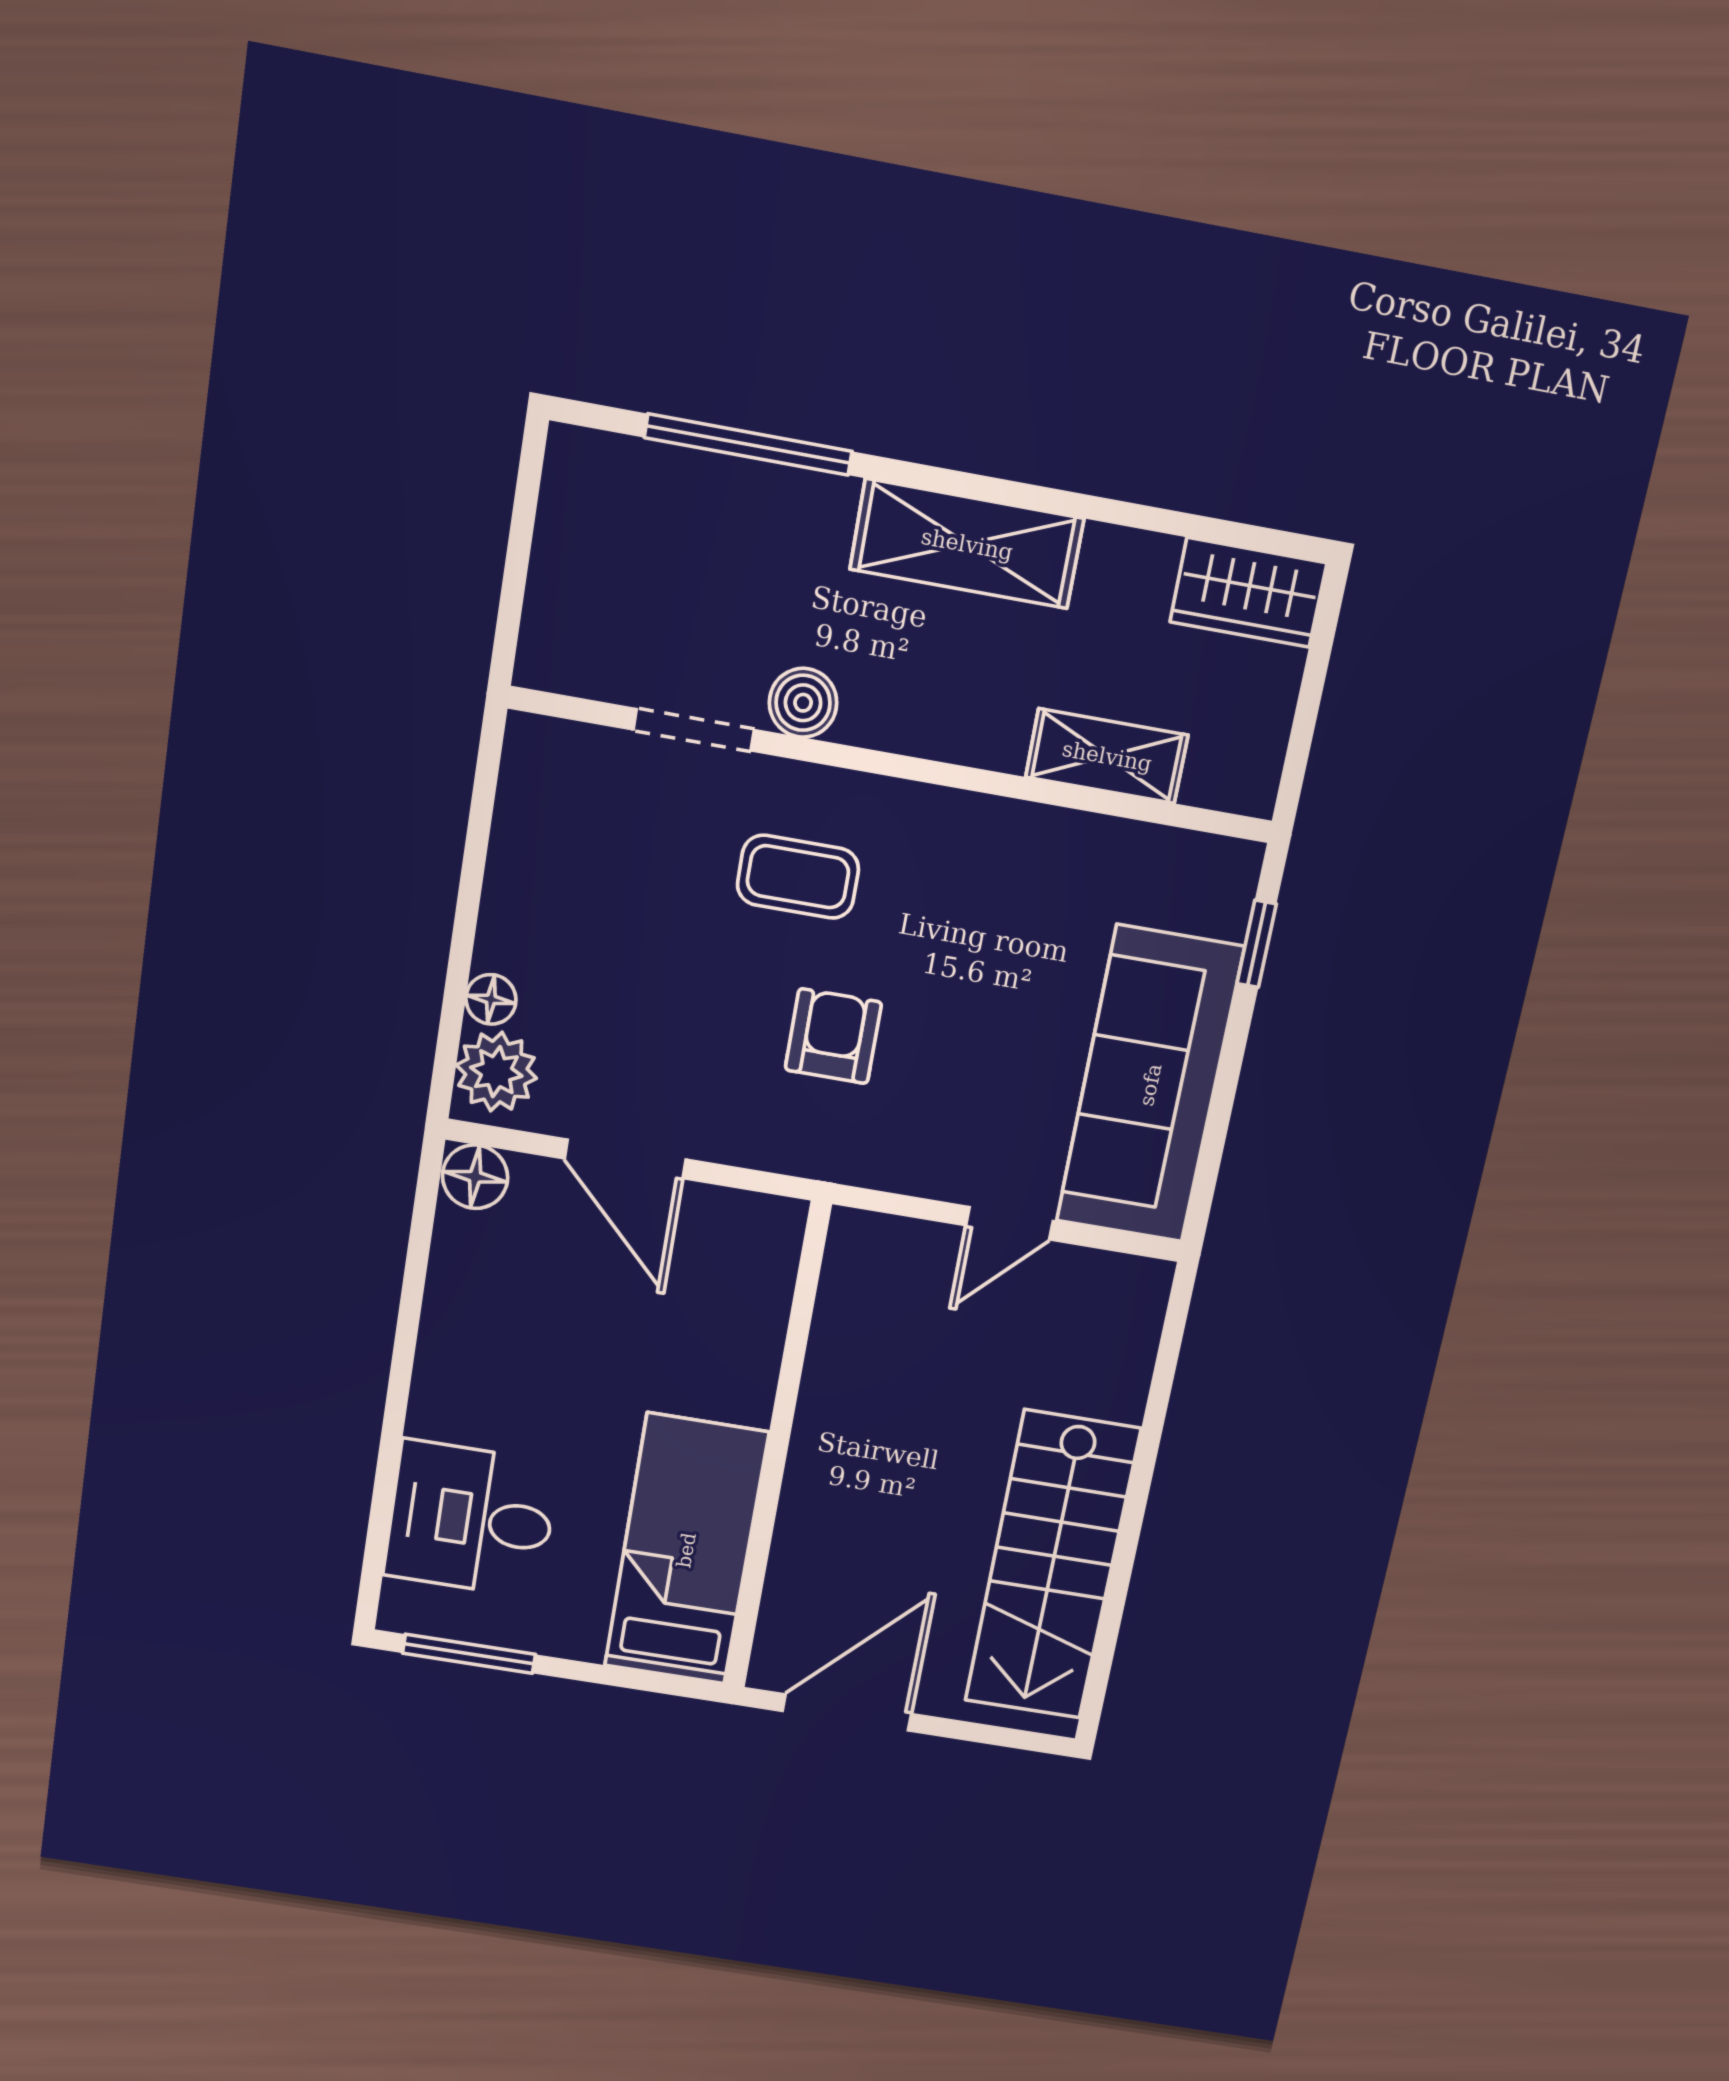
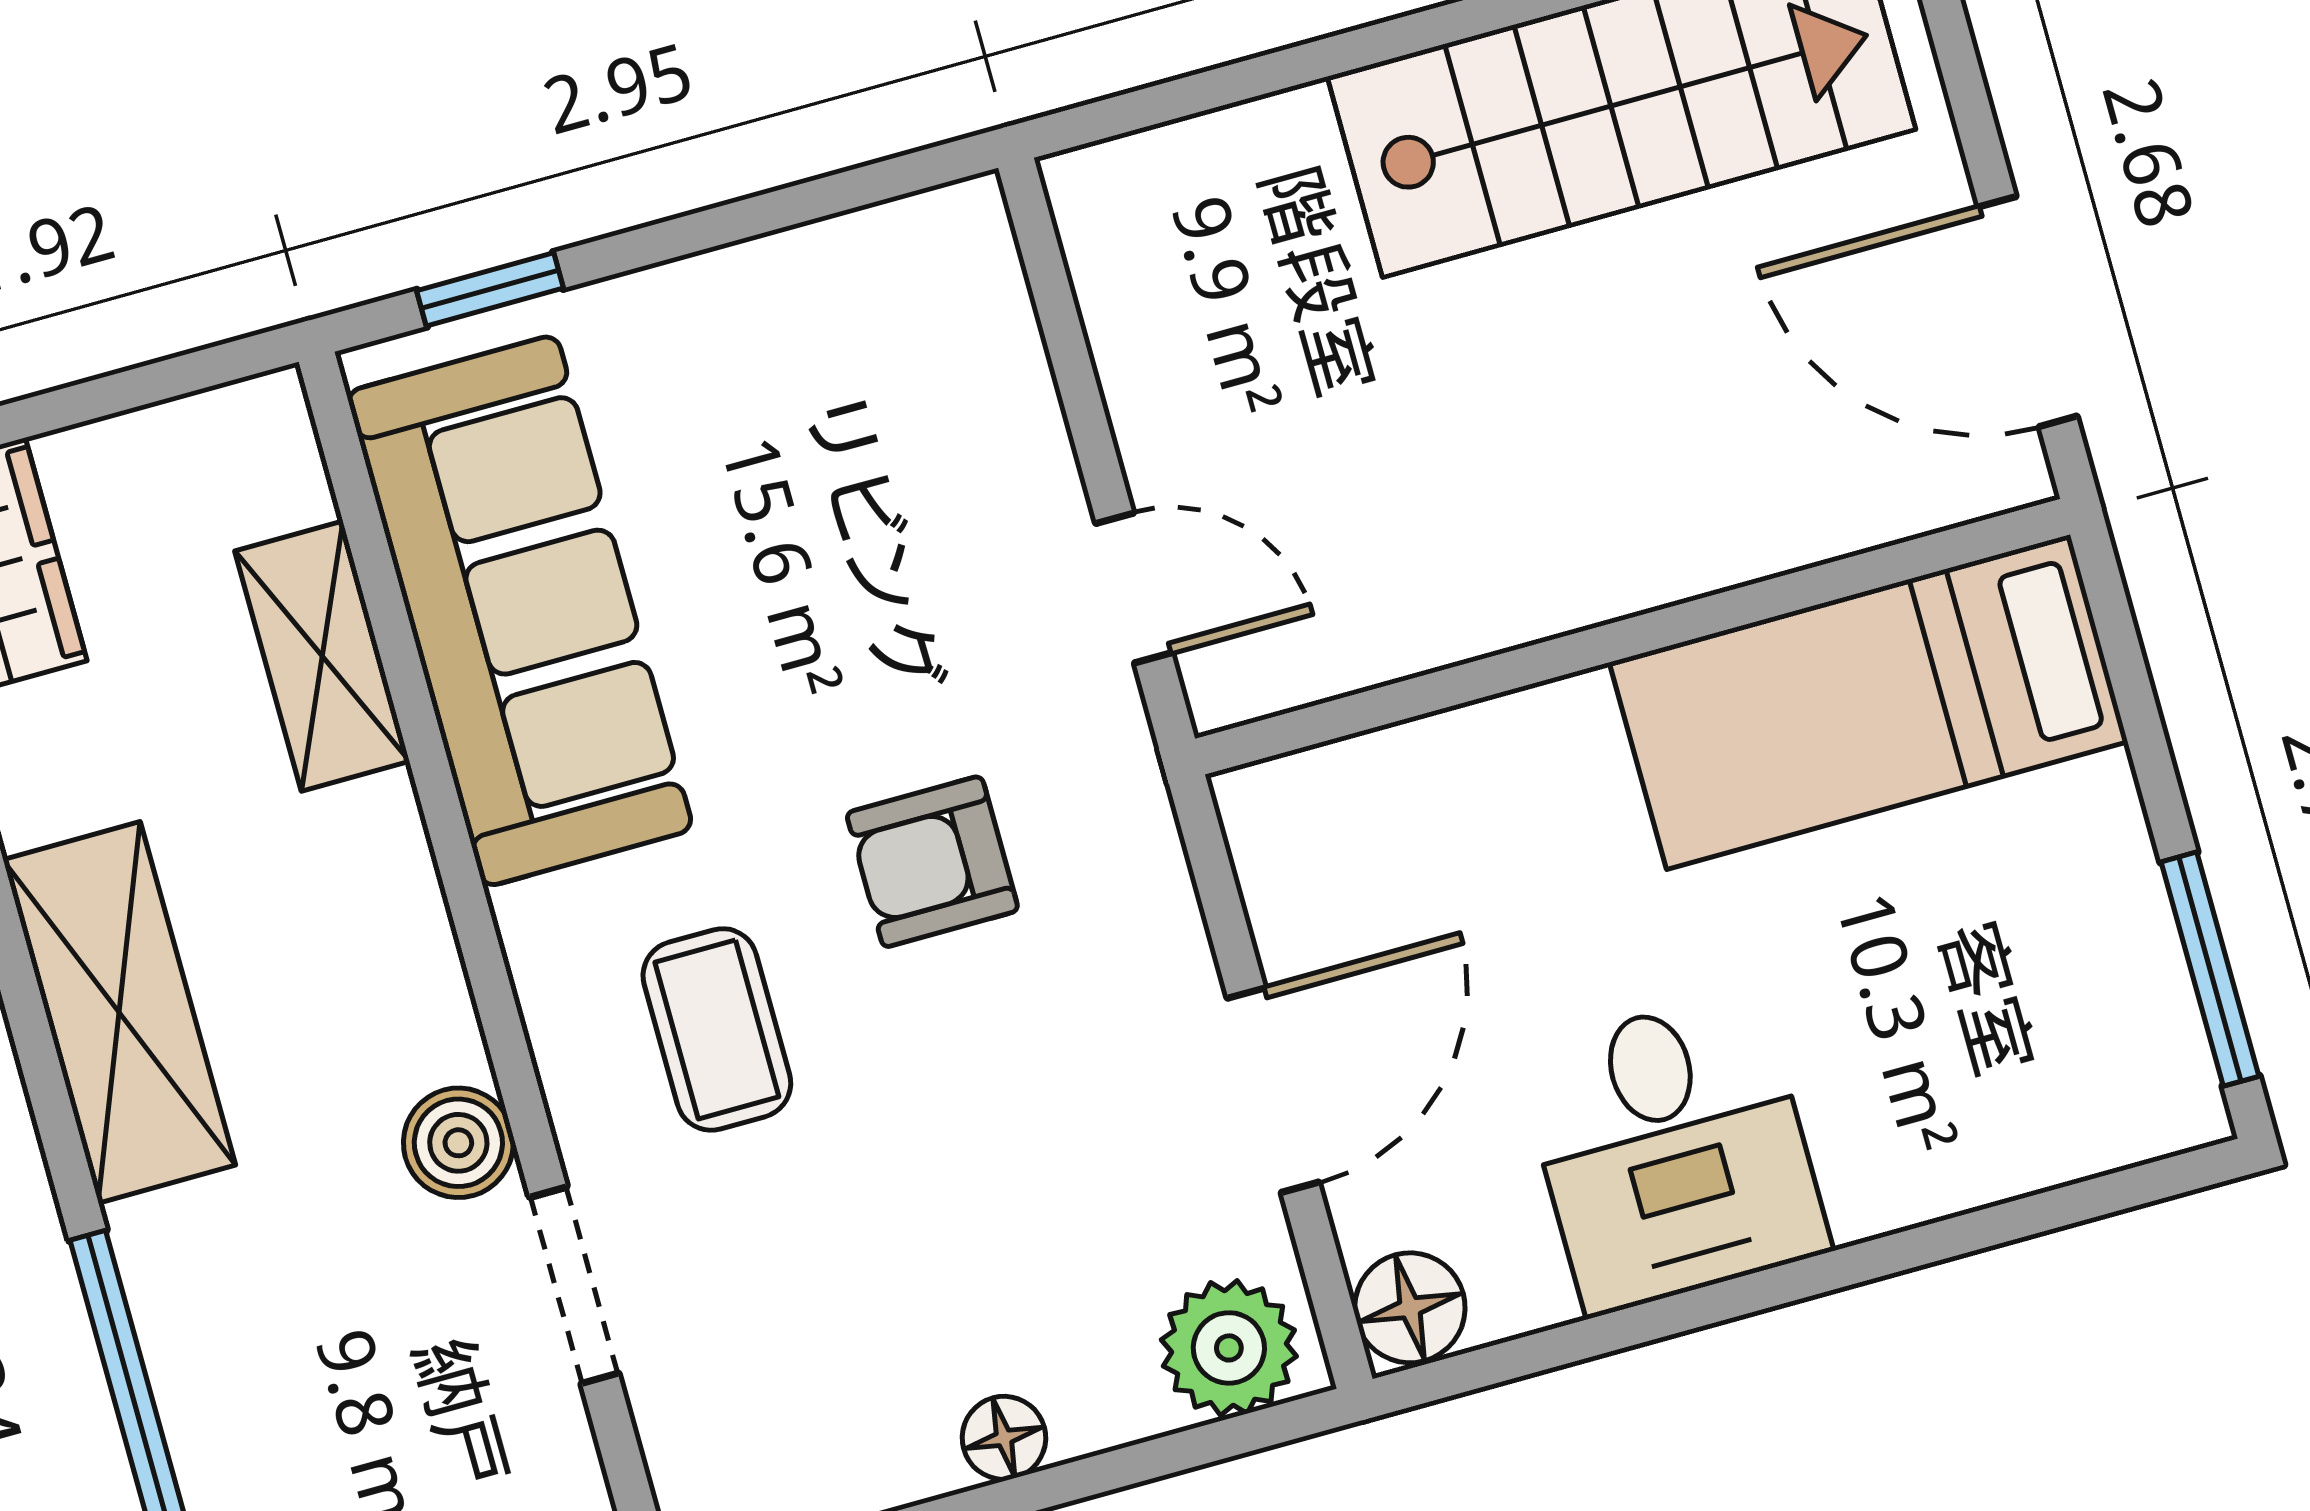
floor lamp: (491, 999) -> (1004, 1438), moved
sofa: (1150, 1085) -> (520, 611), moved, turned -90
door: (1010, 1223) -> (1134, 588), moved
desk: (471, 1519) -> (1673, 1152), moved

